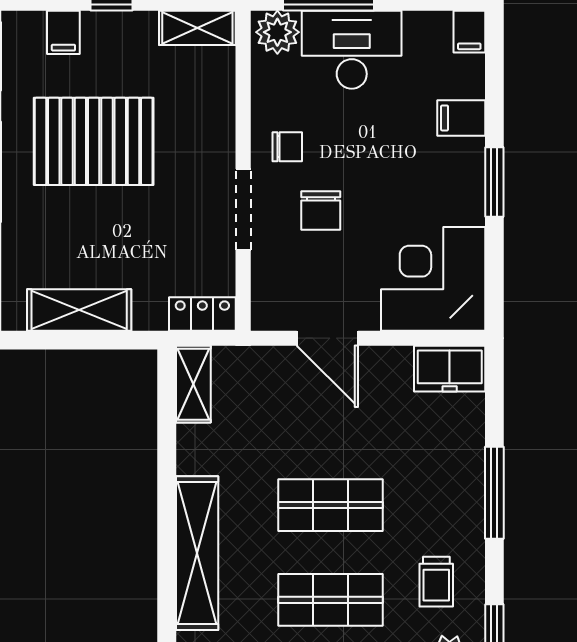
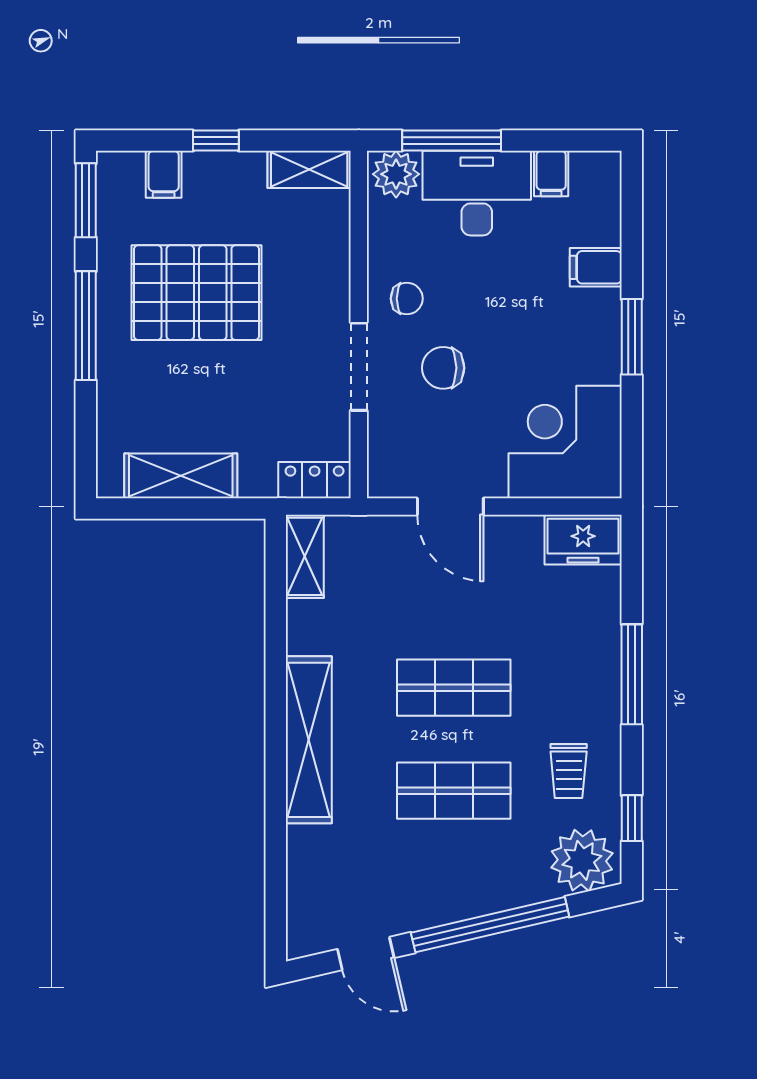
filing cabinet: (469, 32) -> (551, 173), moved
chair: (321, 211) -> (443, 368), turned 90

